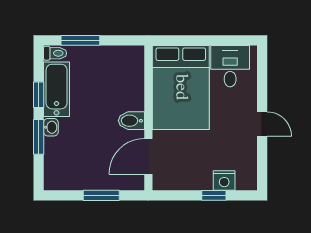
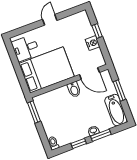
window: (80, 40) -> (34, 112), moved
bathtub: (57, 89) -> (116, 110), moved, turned -90
nightstand: (224, 180) -> (93, 43), moved

